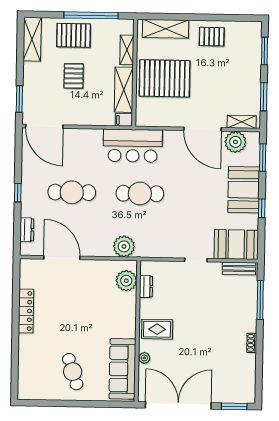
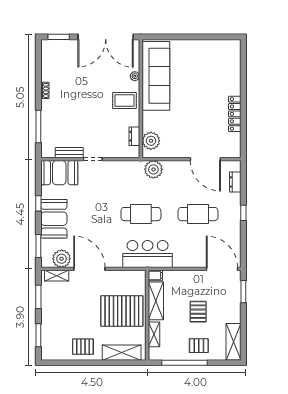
pallet: (74, 35) -> (199, 346), width x0.67, depth x0.71
bench: (239, 268) -> (69, 153), moved
sofa: (122, 369) -> (156, 76), width x1.36, depth x1.27
cafe table: (73, 372) -> (195, 64), removed

